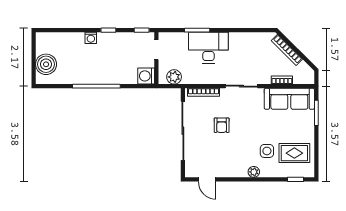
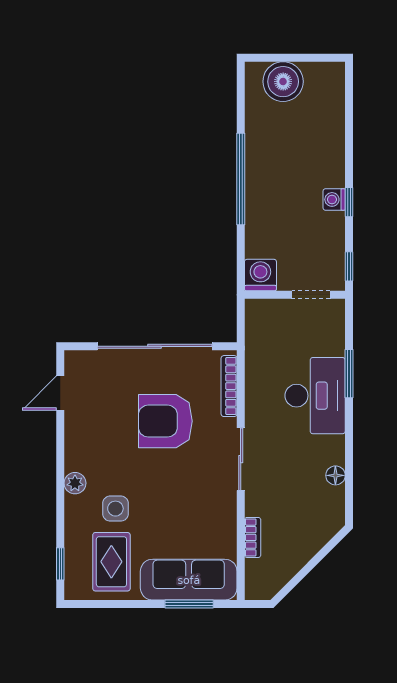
floor lamp: (250, 37) -> (335, 475), added
washing machine: (91, 38) -> (334, 199), moved
bookcase: (287, 50) -> (311, 547), removed
plant: (174, 77) -> (259, 329), removed
sofa: (289, 99) -> (189, 580), moved, turned 90
armchair: (222, 125) -> (165, 421), width x1.88, depth x1.88

